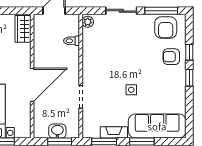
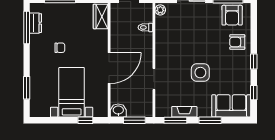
window: (189, 52) -> (254, 93), moved
side table: (131, 90) -> (200, 73), width x1.87, depth x1.87
sofa: (157, 126) -> (231, 106), width x0.73
washbasin: (57, 131) -> (118, 110), moved

